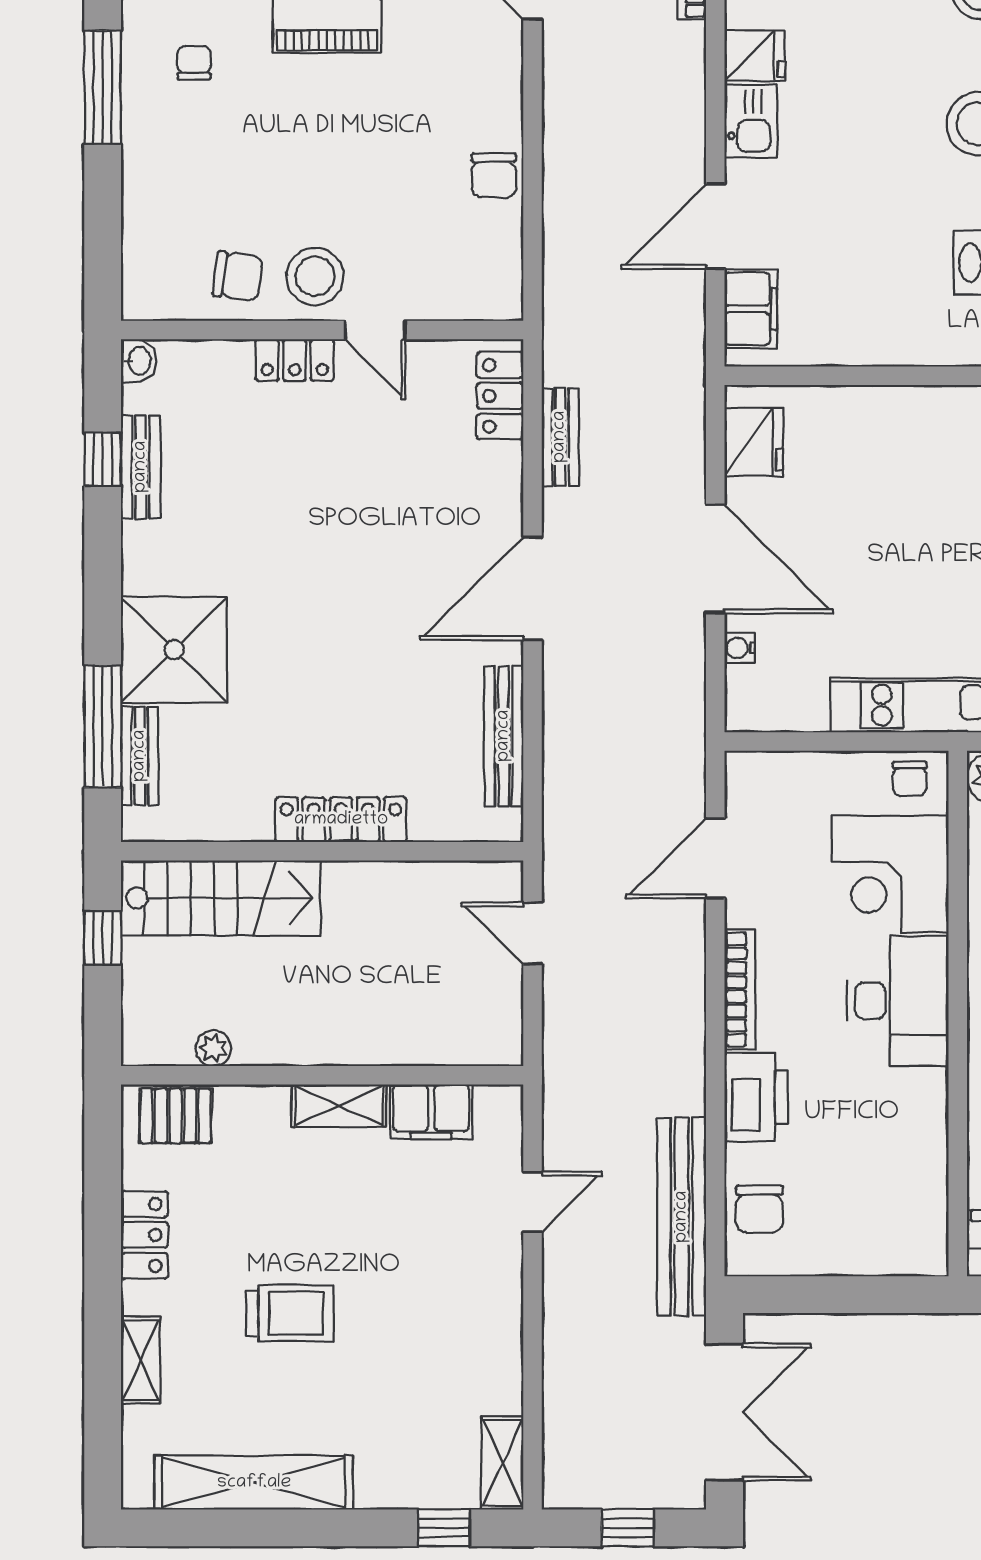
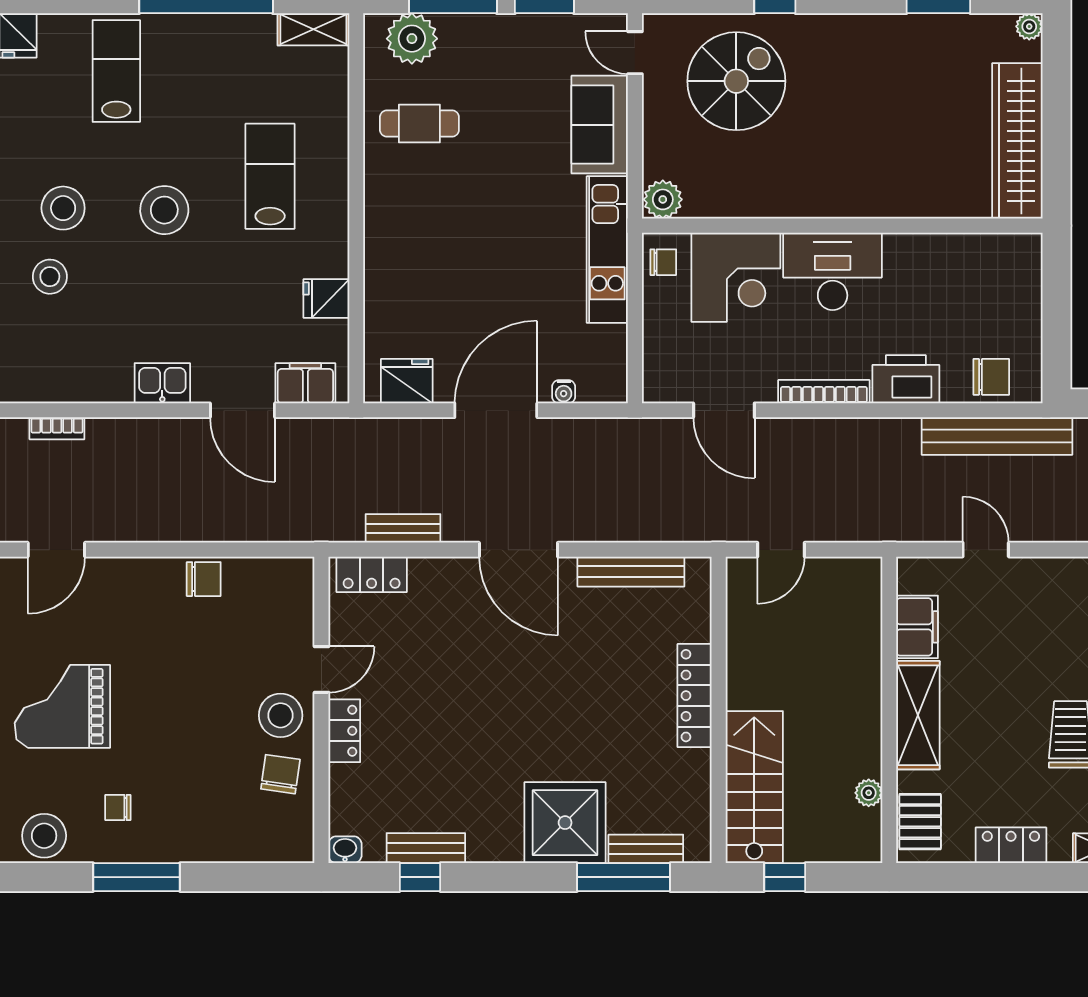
fridge: (755, 56) -> (326, 299), moved, turned -90
shelving: (339, 1106) -> (918, 715), width x1.50, depth x1.33

